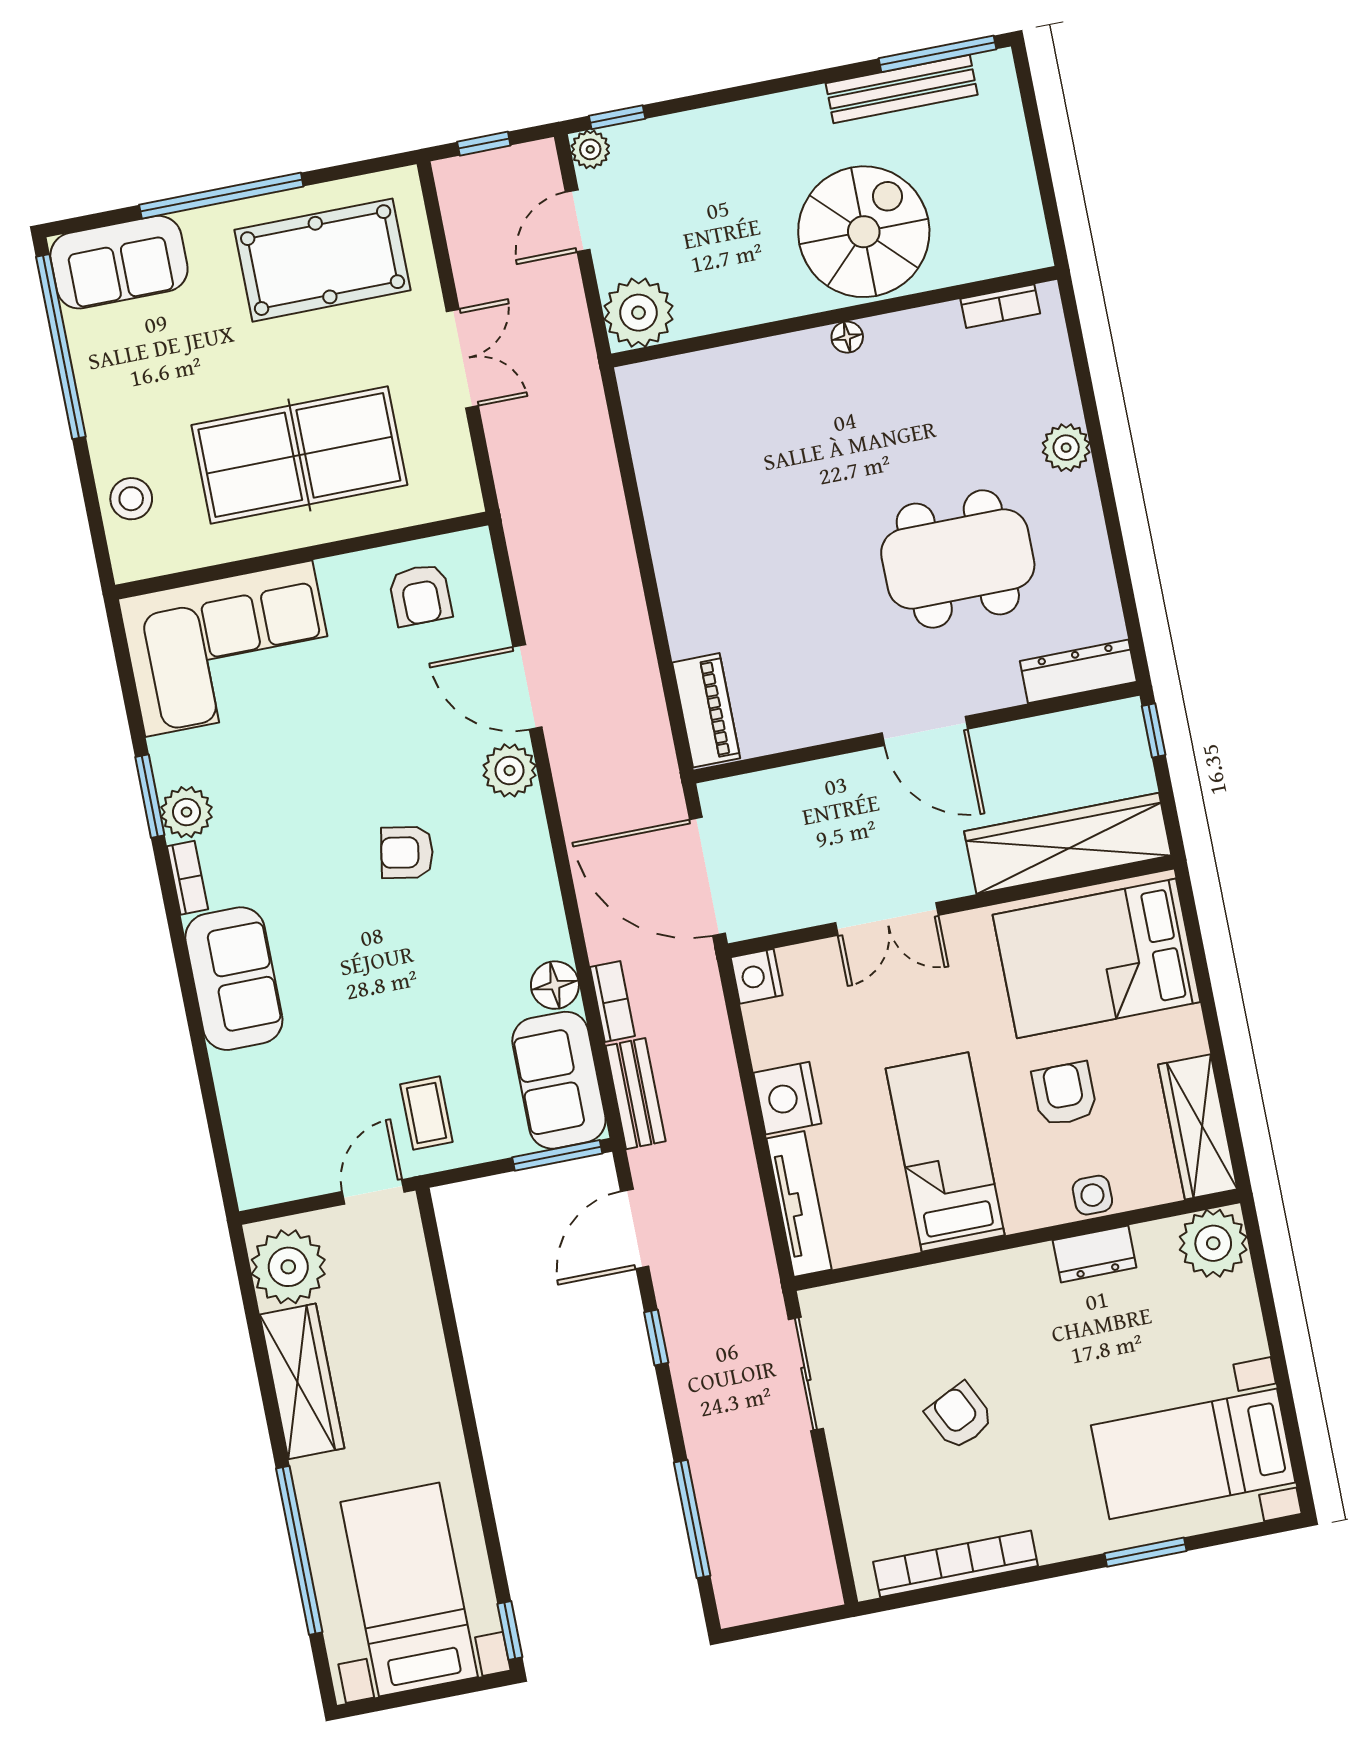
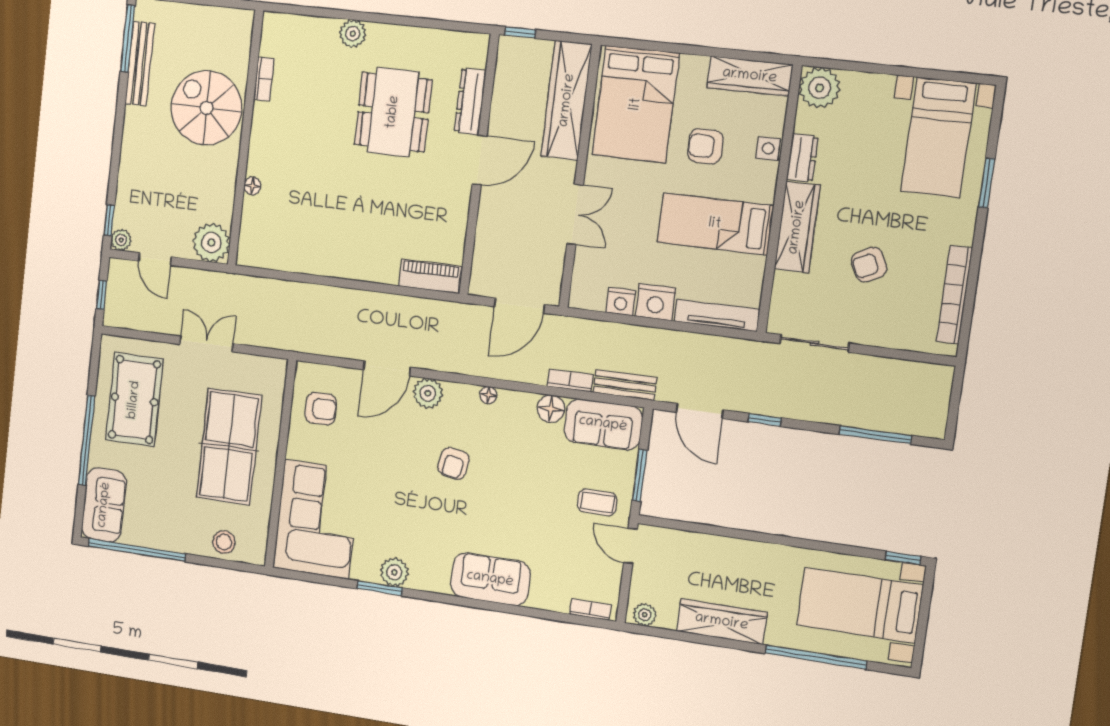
bookcase: (1000, 306) -> (264, 79), moved
floor lamp: (847, 337) -> (252, 186), moved
dresser: (1078, 671) -> (470, 101), moved
floor lamp: (542, 873) -> (488, 395), added
door: (707, 876) -> (519, 306), width x0.73
bookcase: (187, 878) -> (590, 610), moved
nightstand: (757, 976) -> (621, 302), moved
window: (557, 1155) -> (640, 475), moved
plant: (288, 1267) -> (645, 615), width x0.53, depth x0.53
wardrobe: (982, 1283) -> (797, 227), added

